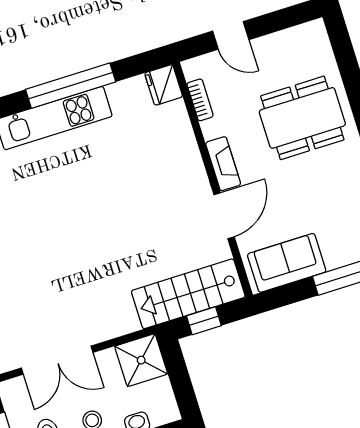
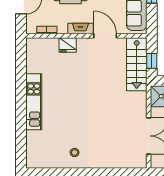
fridge: (164, 85) -> (68, 45), moved
window: (71, 86) -> (21, 89), removed

